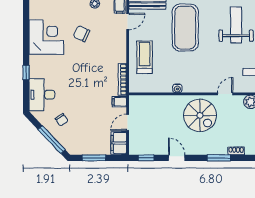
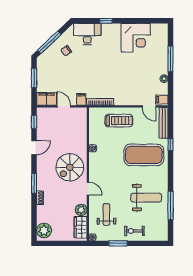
chair: (82, 34) -> (139, 68), removed

